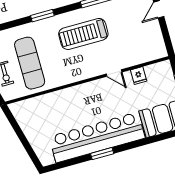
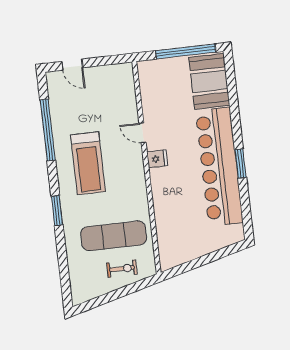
door: (114, 73) -> (143, 133), swing flipped
fridge: (139, 76) -> (157, 159), moved

